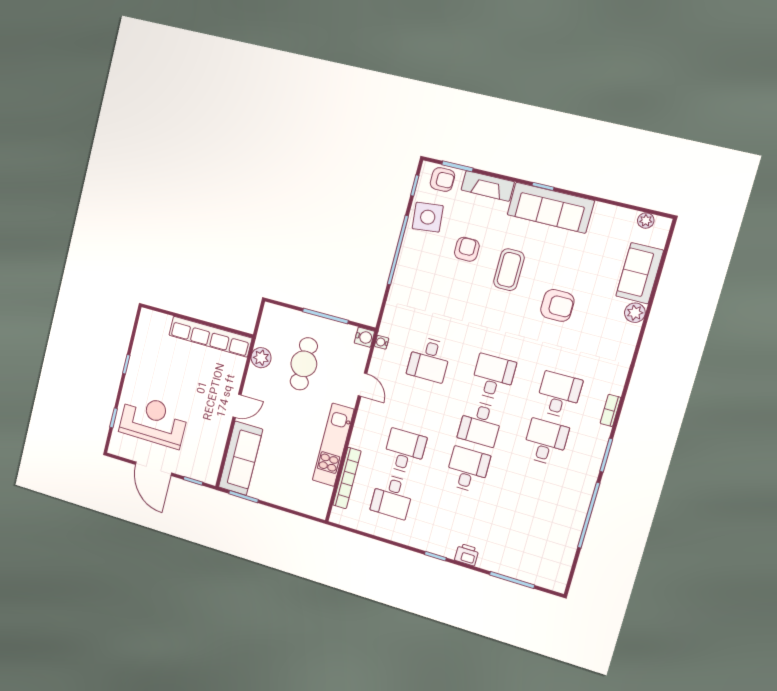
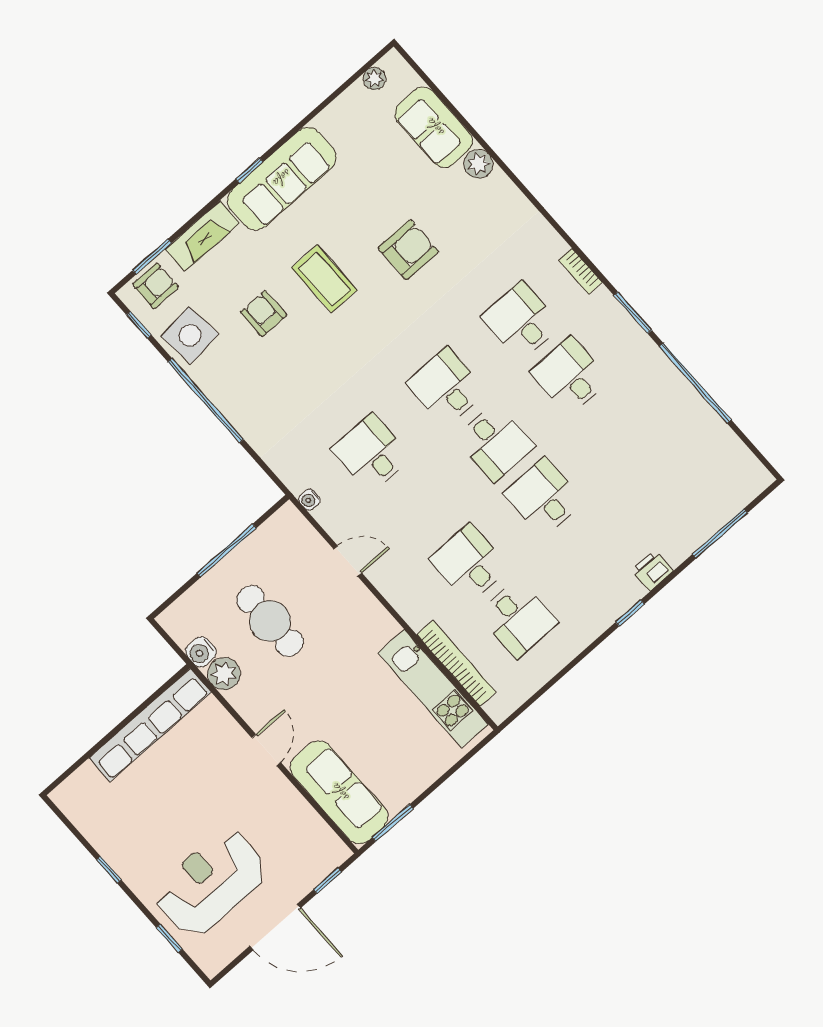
water cooler: (364, 337) -> (201, 652), moved, turned 180
desk: (429, 360) -> (372, 453), turned 180
kitchen unit: (333, 445) -> (433, 689), moved

